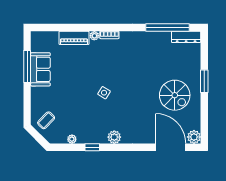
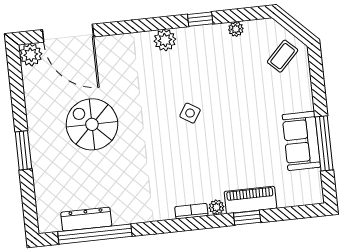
window: (77, 28) -> (247, 218), added
dresser: (186, 37) -> (86, 219), moved
spiral stairs: (175, 95) -> (92, 124), moved

